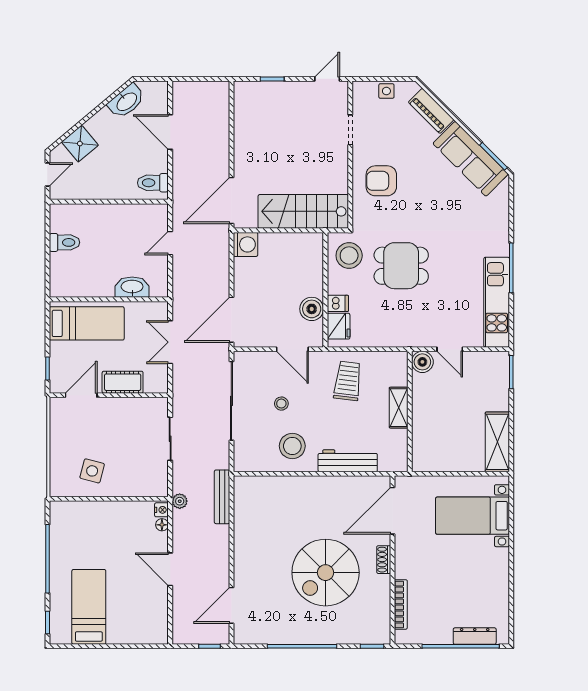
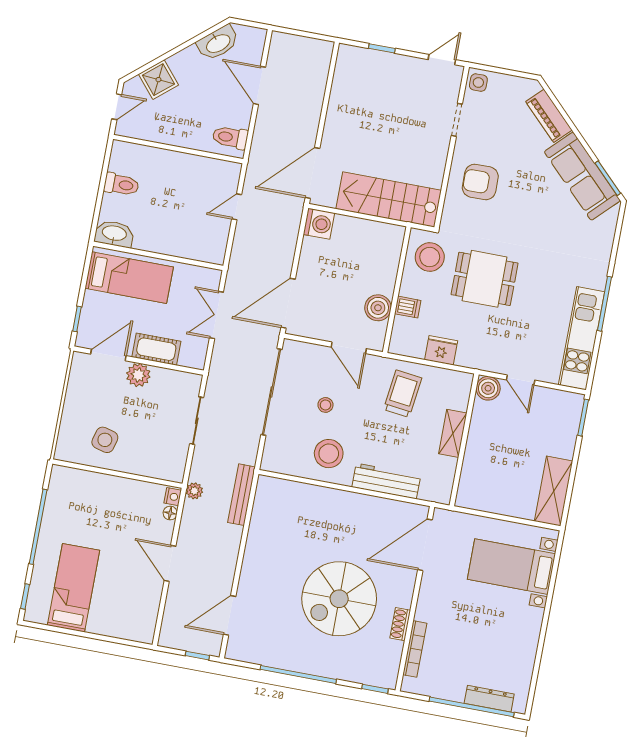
side table: (386, 91) -> (478, 83), moved
washbasin: (132, 287) -> (114, 234), moved
fridge: (339, 326) -> (441, 350), moved, turned -90
plant: (111, 408) -> (138, 375), added
shoe rack: (384, 560) -> (400, 624), moved

